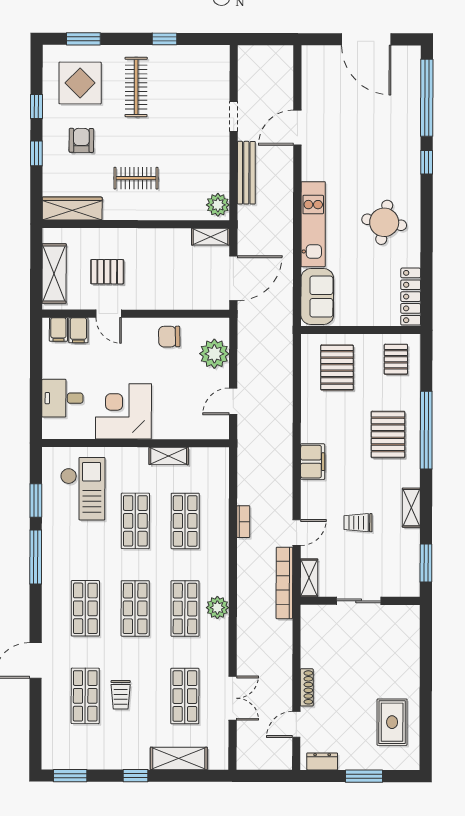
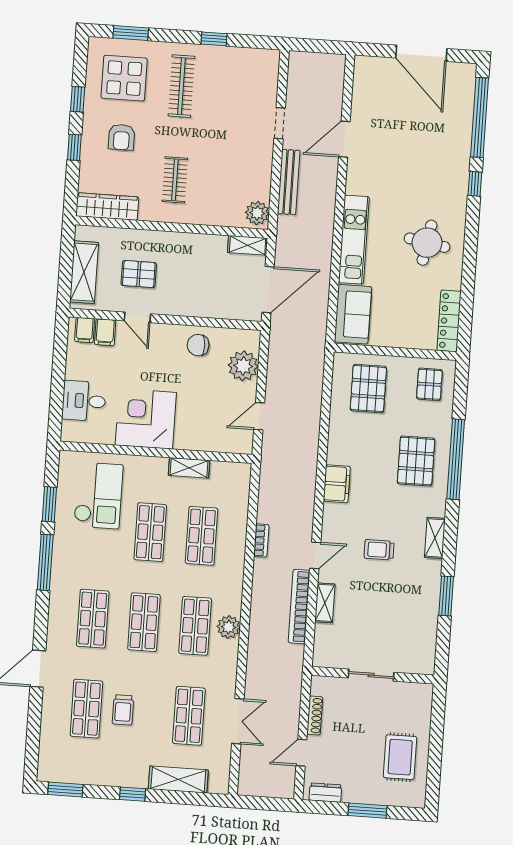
armchair: (81, 140) -> (121, 137), turned 180
clothes rail: (136, 178) -> (175, 180), turned 90
sliding door: (359, 601) -> (371, 675), moved
wall: (360, 601) -> (373, 675), moved

